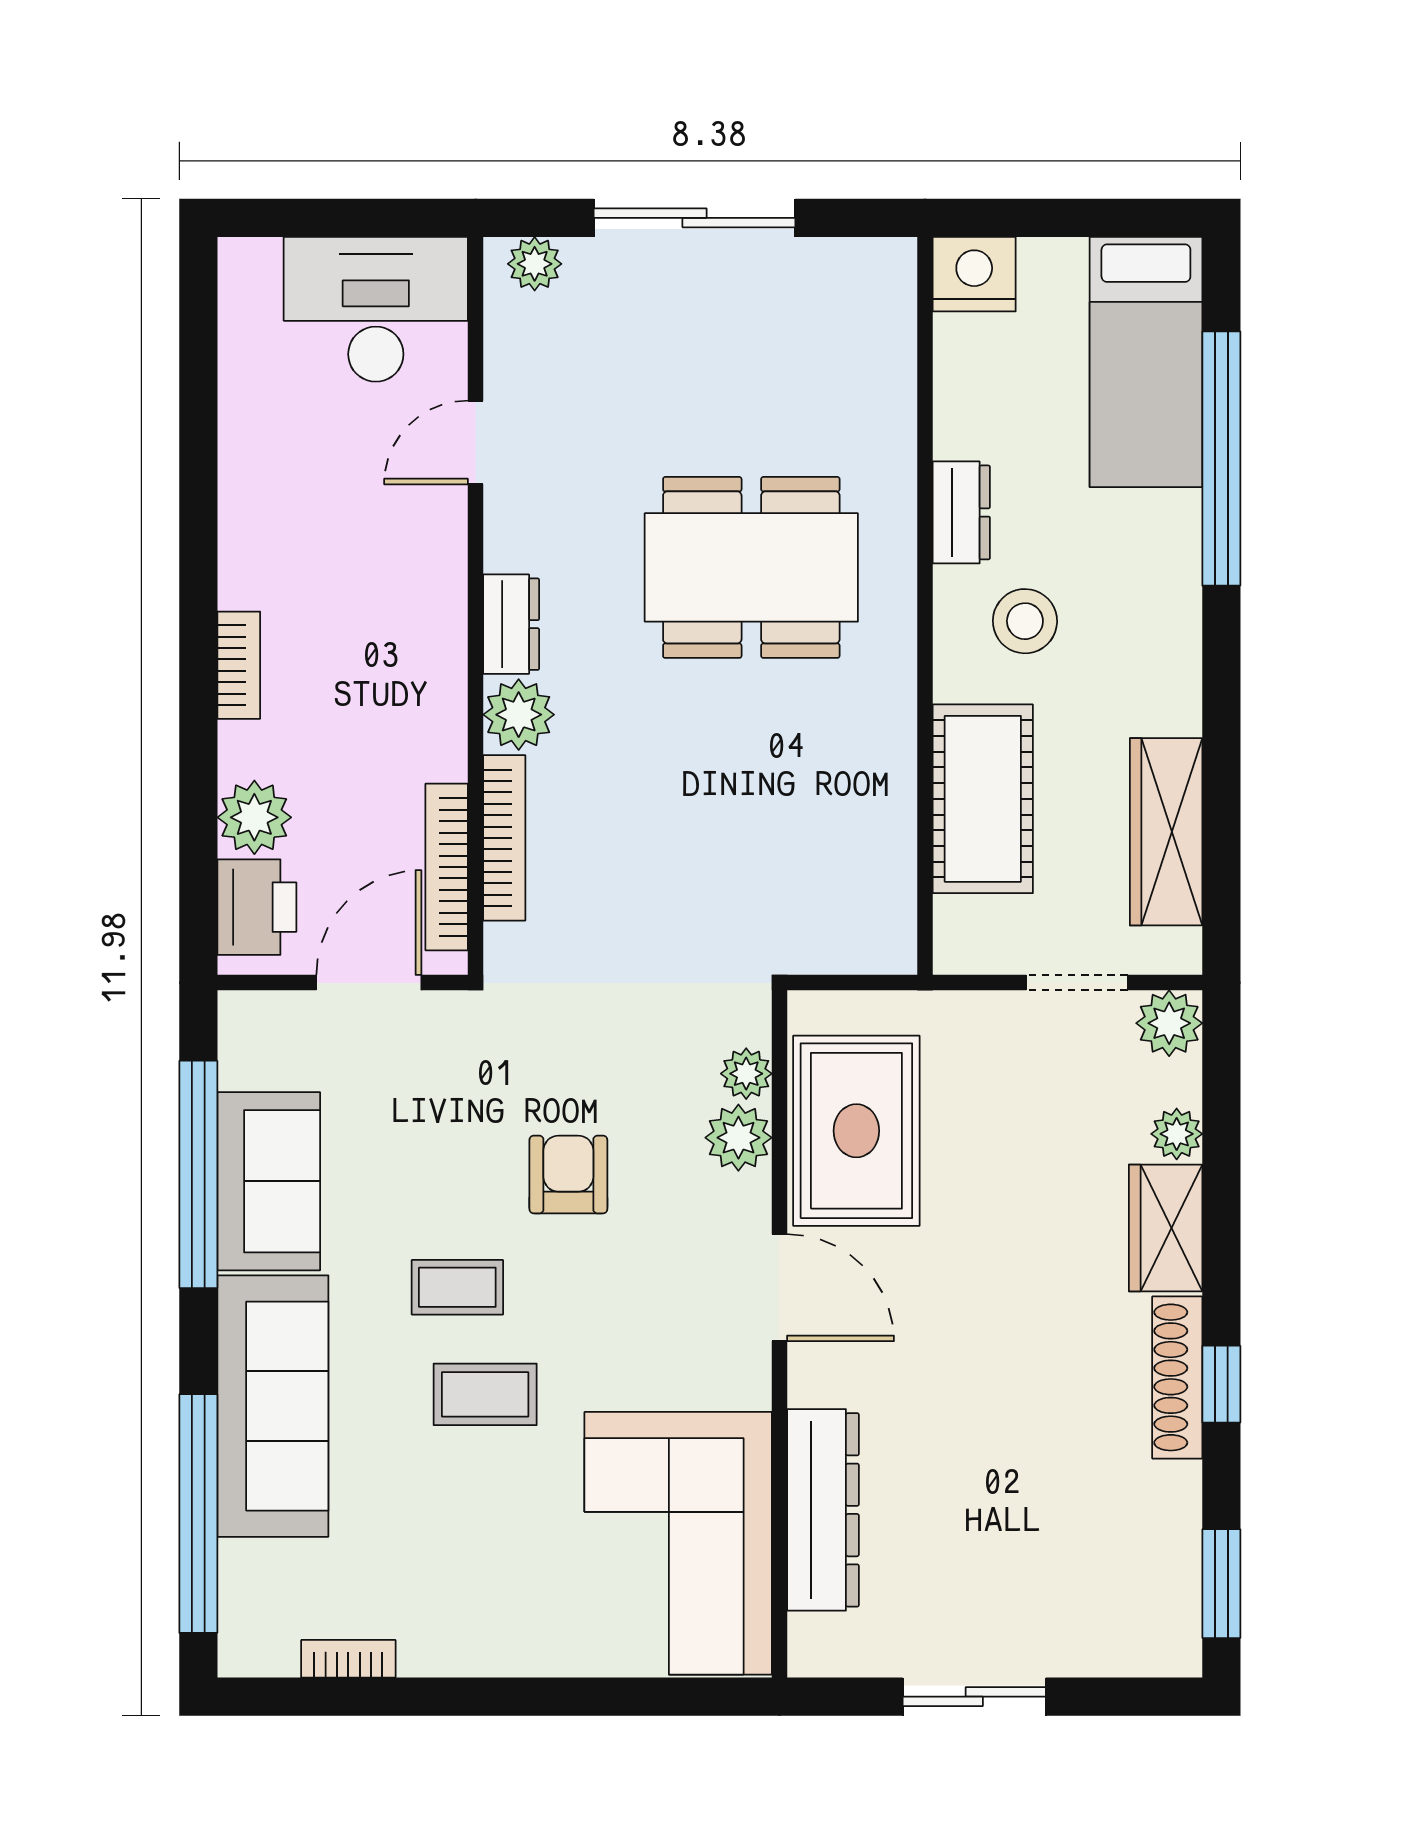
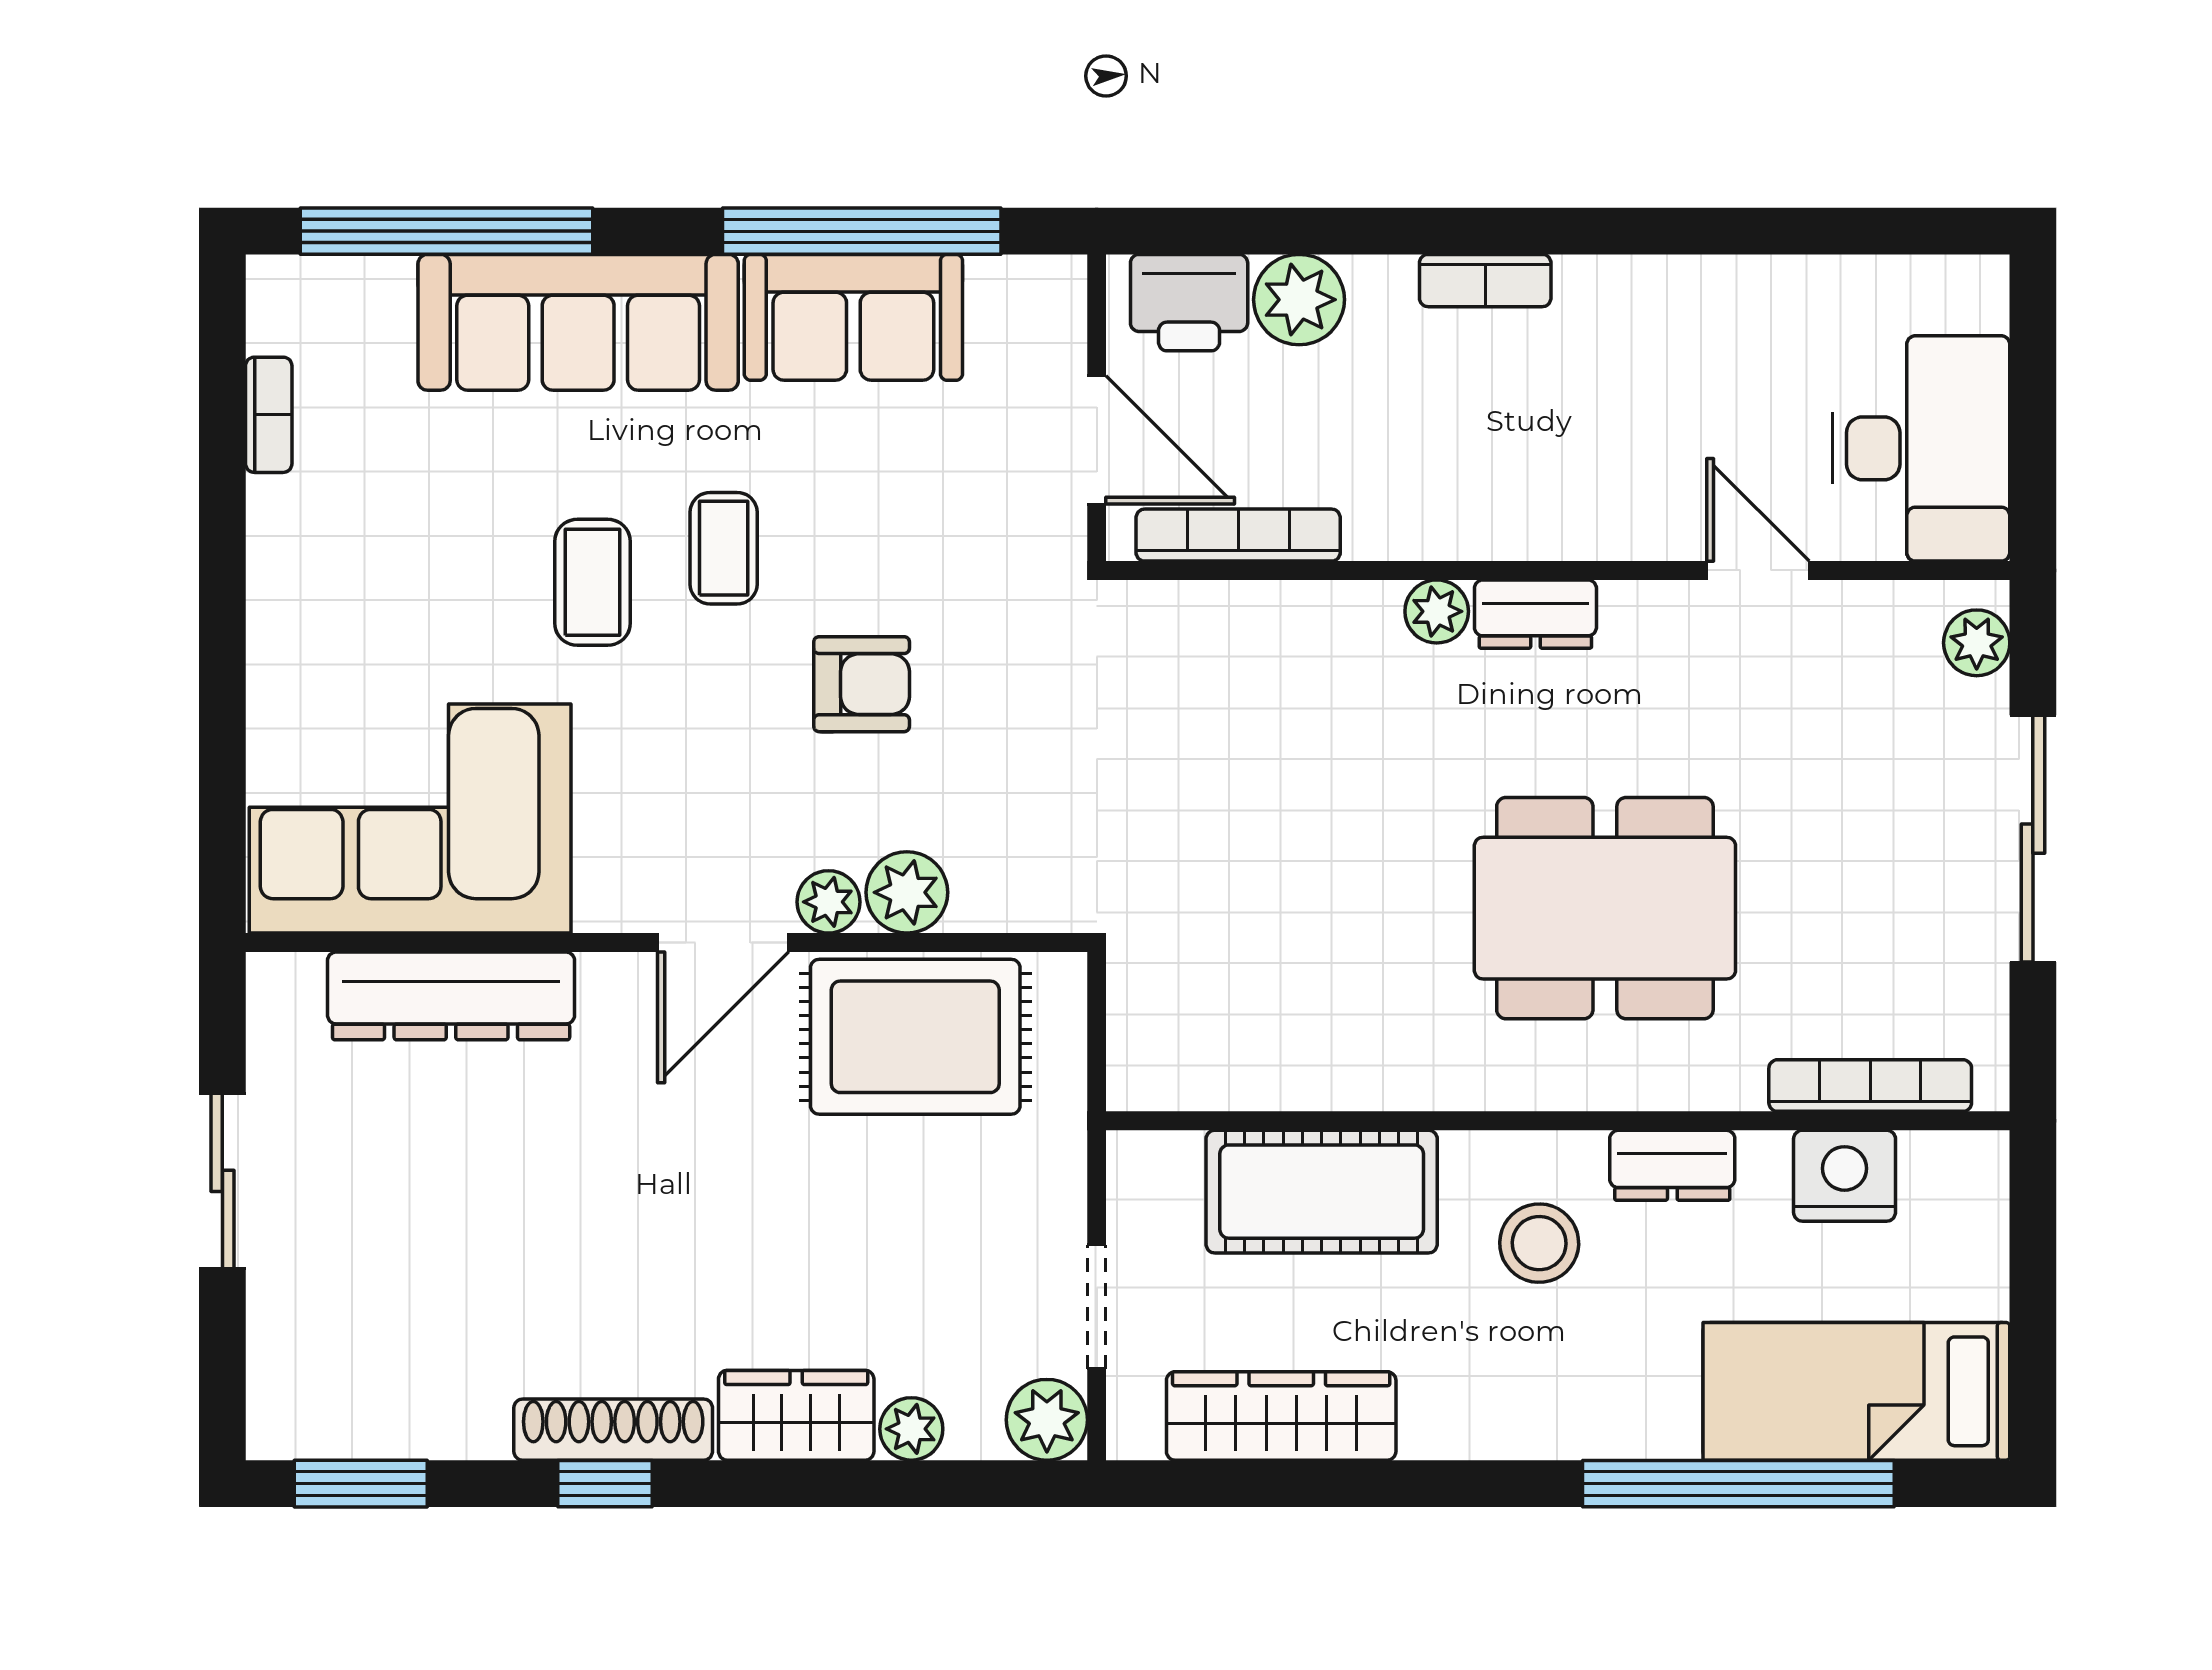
nightstand: (974, 274) -> (1845, 1176), moved, turned -90
dining table: (751, 567) -> (1605, 908), turned 90
plant: (519, 715) -> (1437, 611), width x0.73, depth x0.73
bookcase: (504, 838) -> (1870, 1086), moved, turned 180
plant: (746, 1074) -> (828, 902), moved

